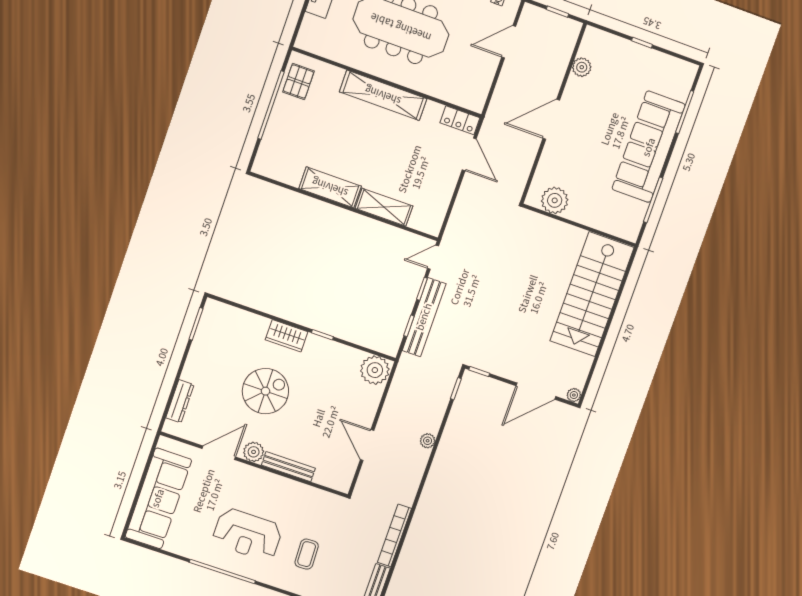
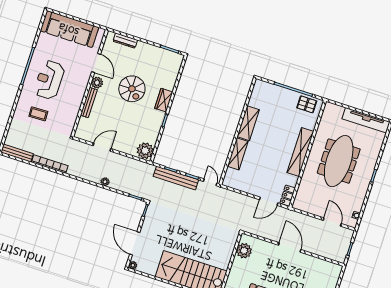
plant: (582, 67) -> (319, 264), removed

